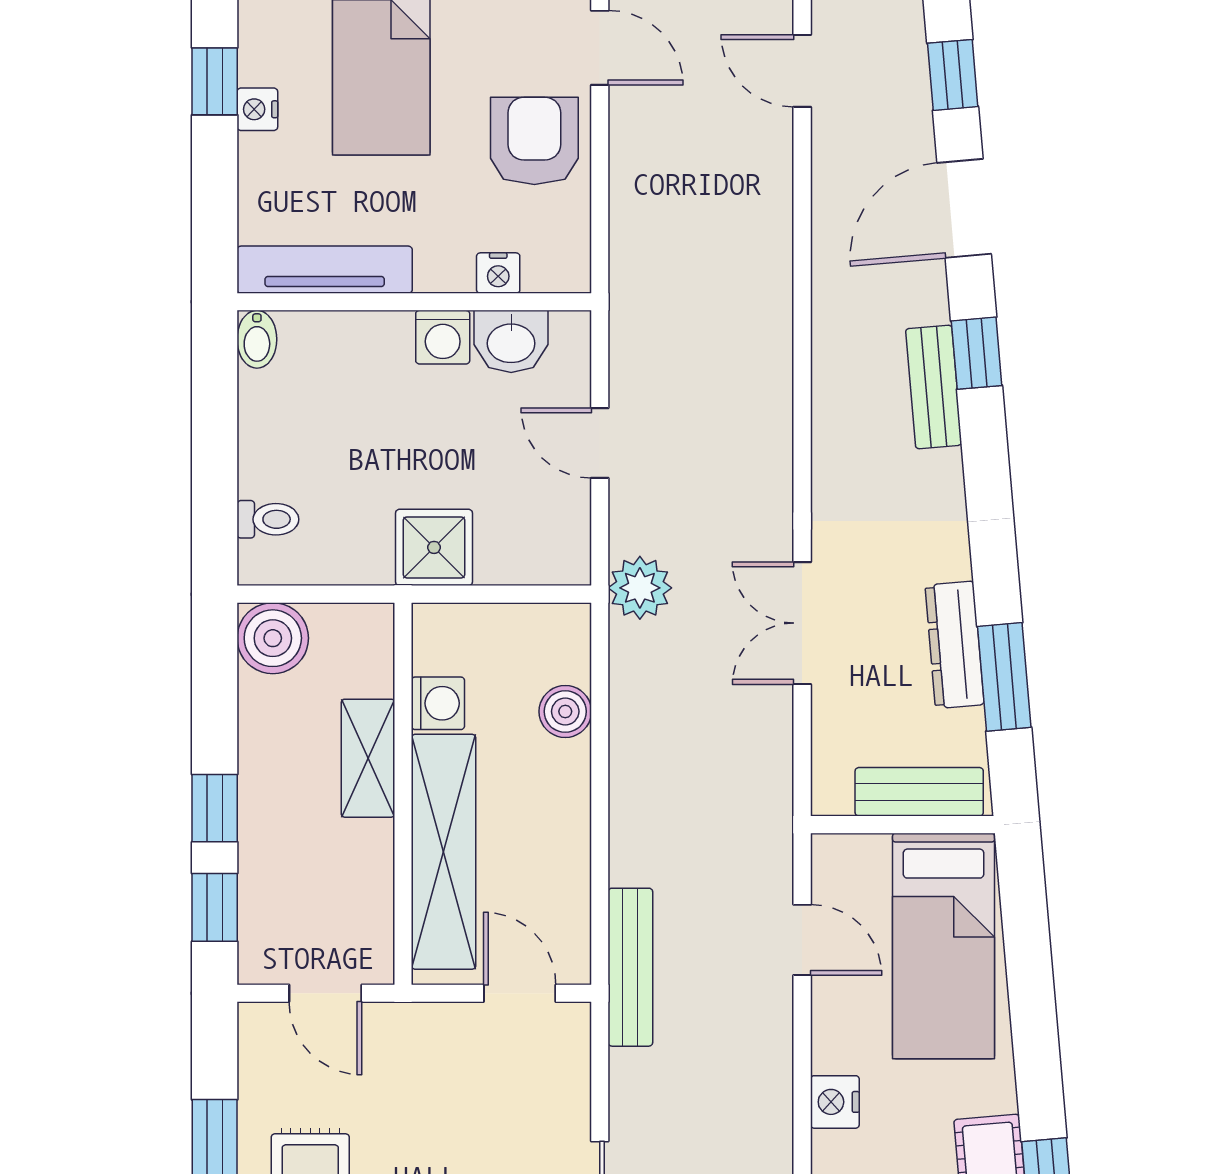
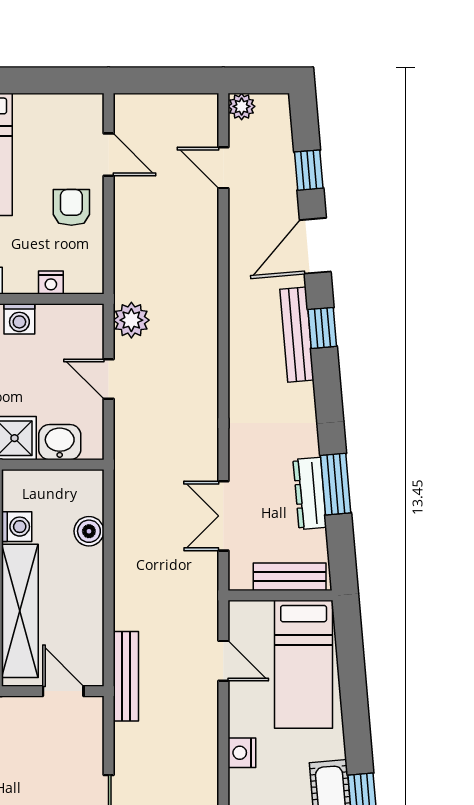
armchair: (534, 141) -> (71, 207), width x0.72, depth x0.72
washbasin: (511, 341) -> (60, 442), moved, turned 180
bench: (934, 387) -> (297, 335), width x1.36
plant: (640, 588) -> (131, 320), moved
double door: (802, 623) -> (223, 516), moved
window: (1004, 677) -> (336, 484), moved

